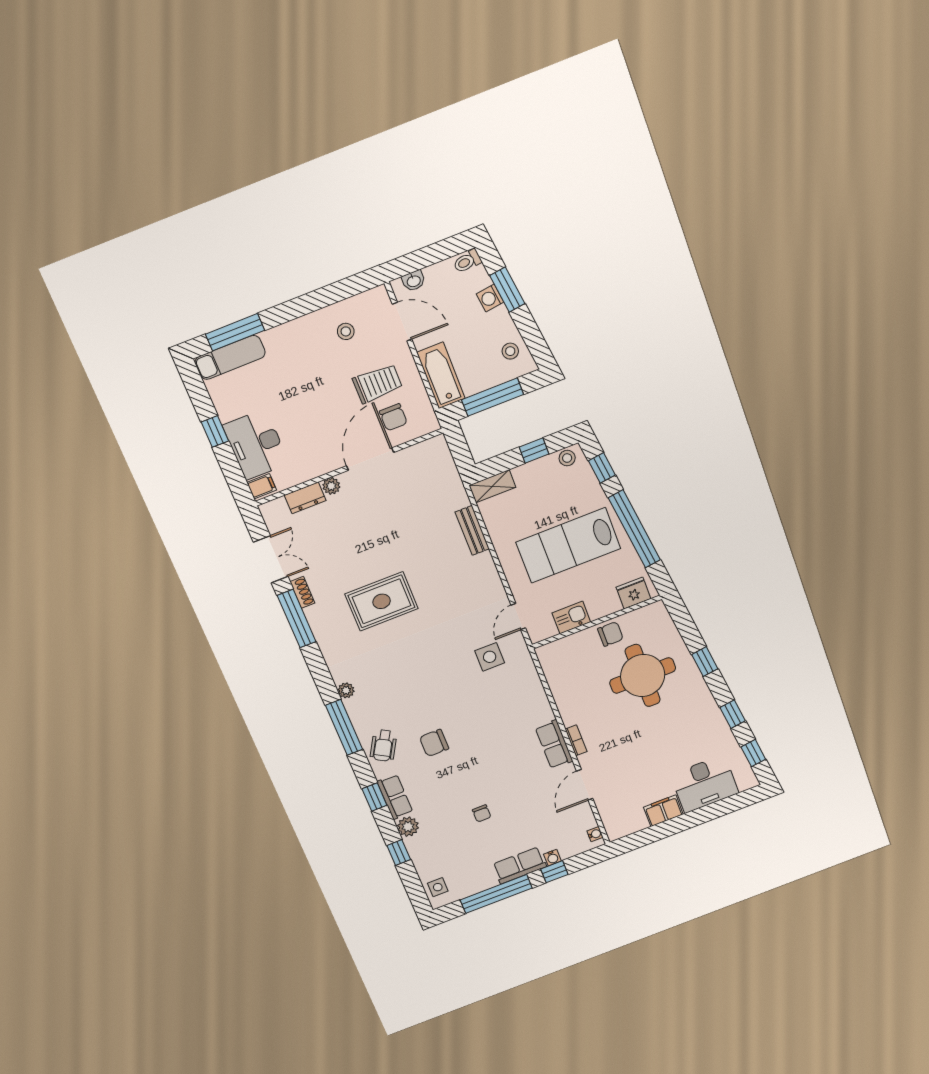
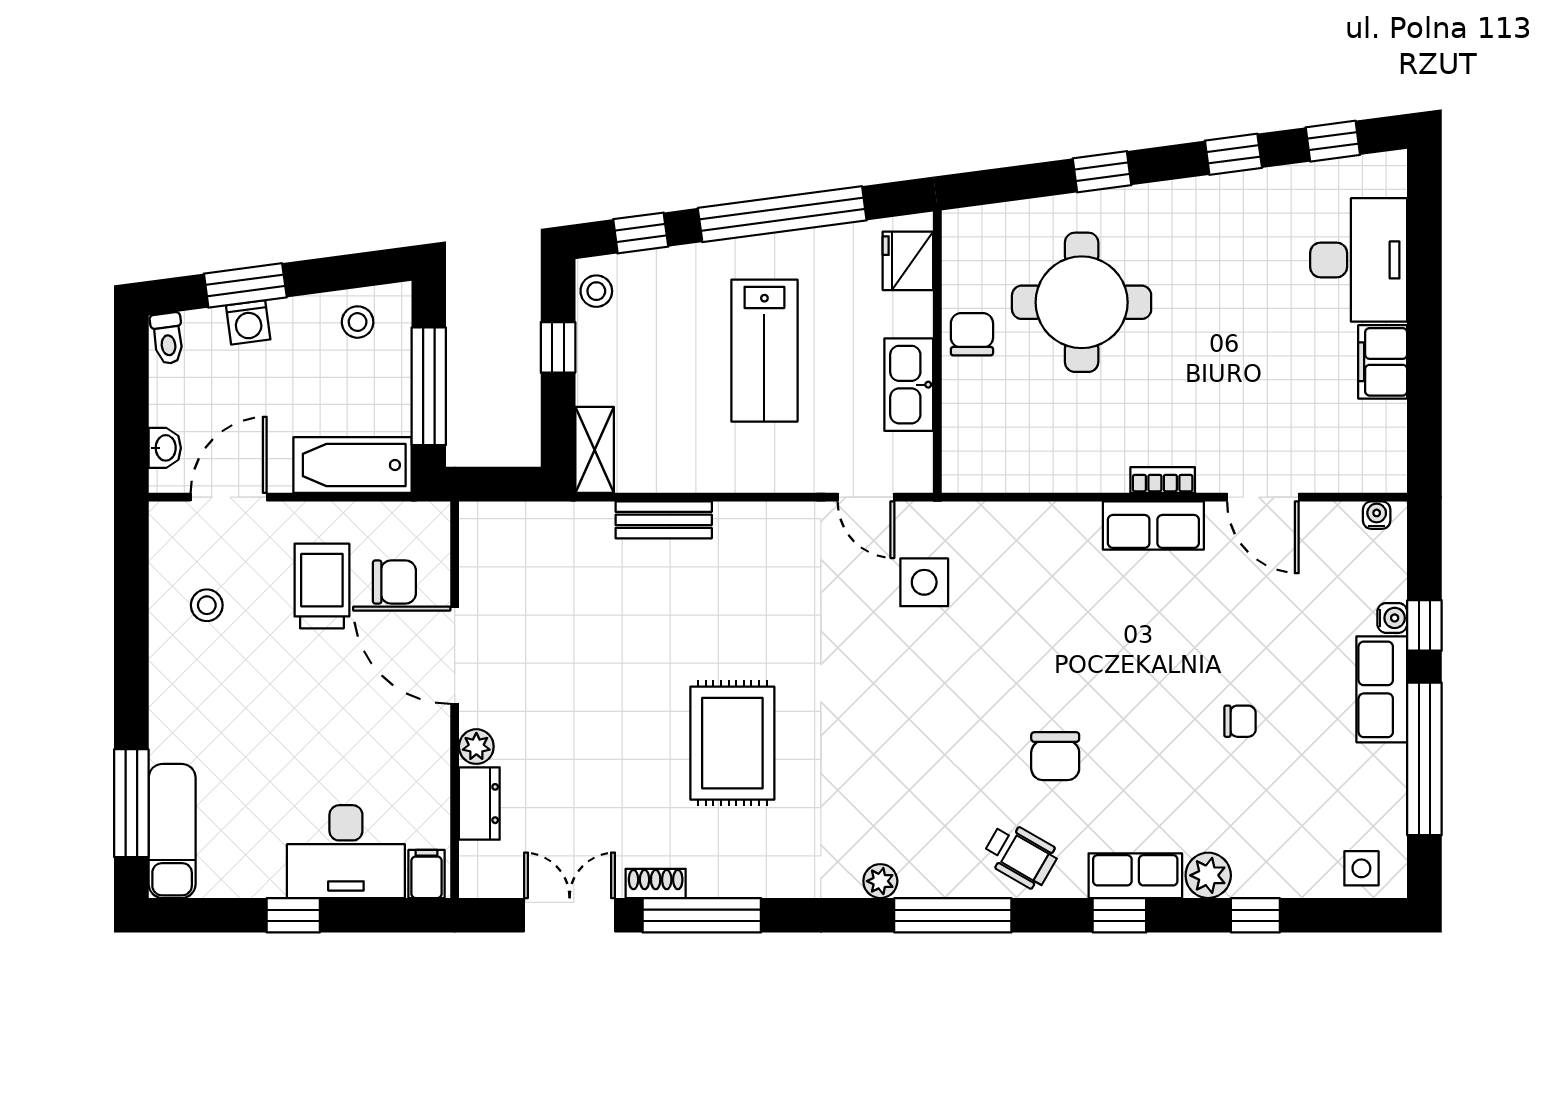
lab bench: (568, 545) -> (764, 351), width x0.73, depth x0.72
kitchen sink: (571, 617) -> (909, 385), width x1.38

